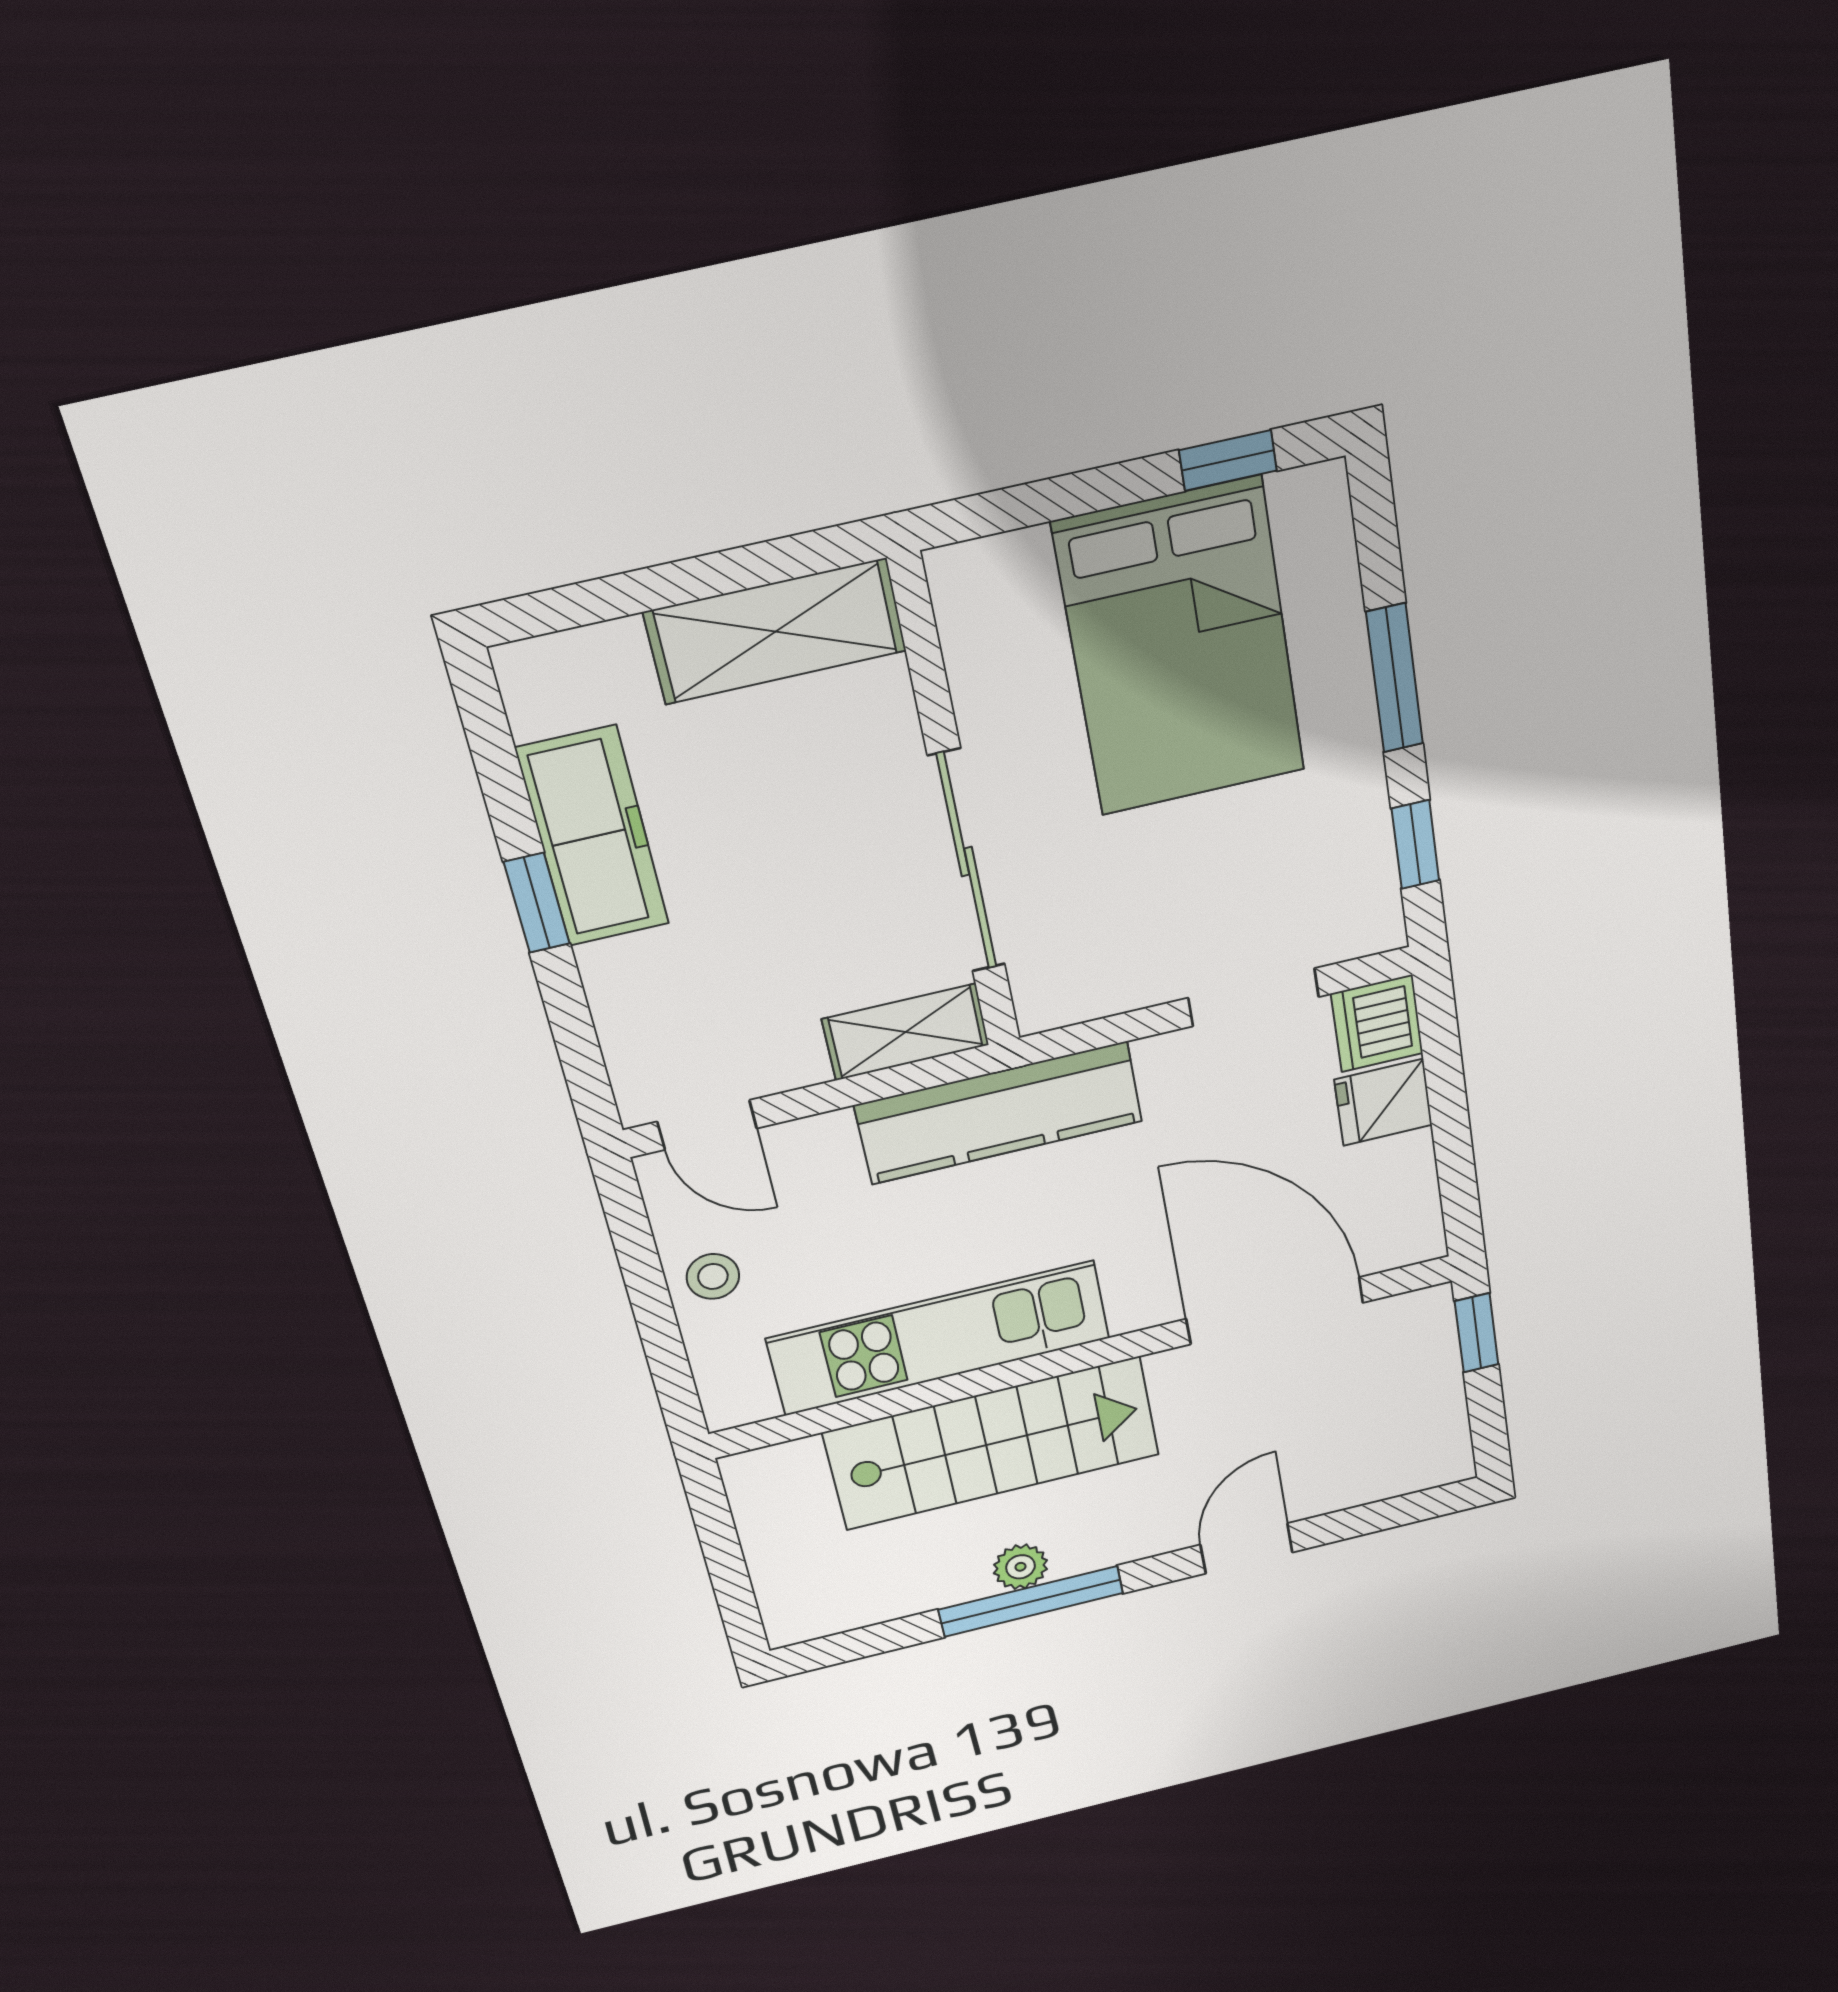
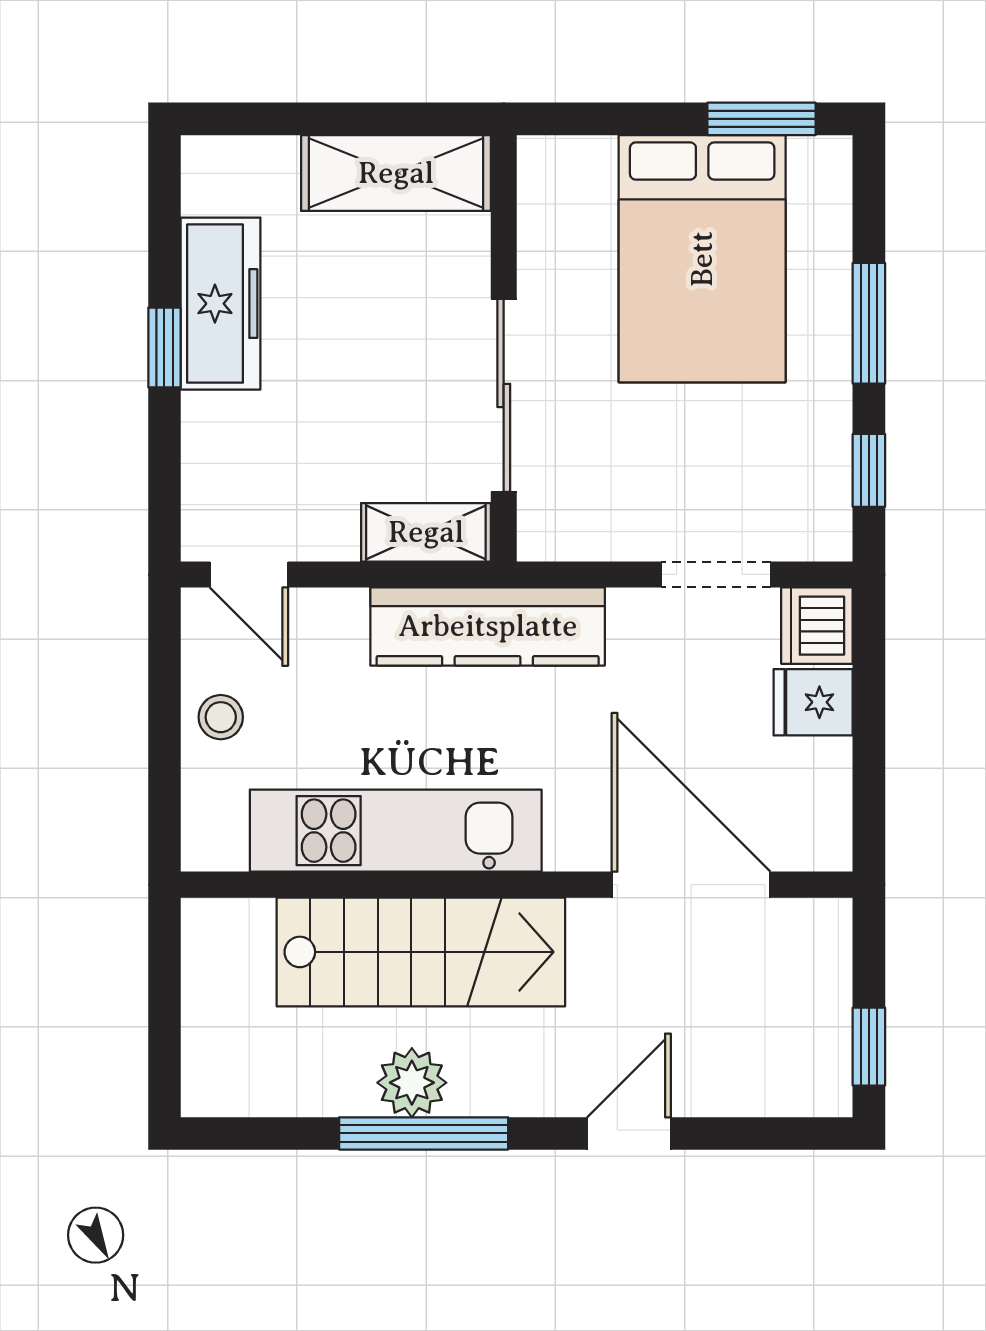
window: (1228, 460) -> (761, 119), width x1.50
window: (1477, 1333) -> (869, 1047), moved
plant: (1020, 1567) -> (412, 1083), width x1.38, depth x1.38

